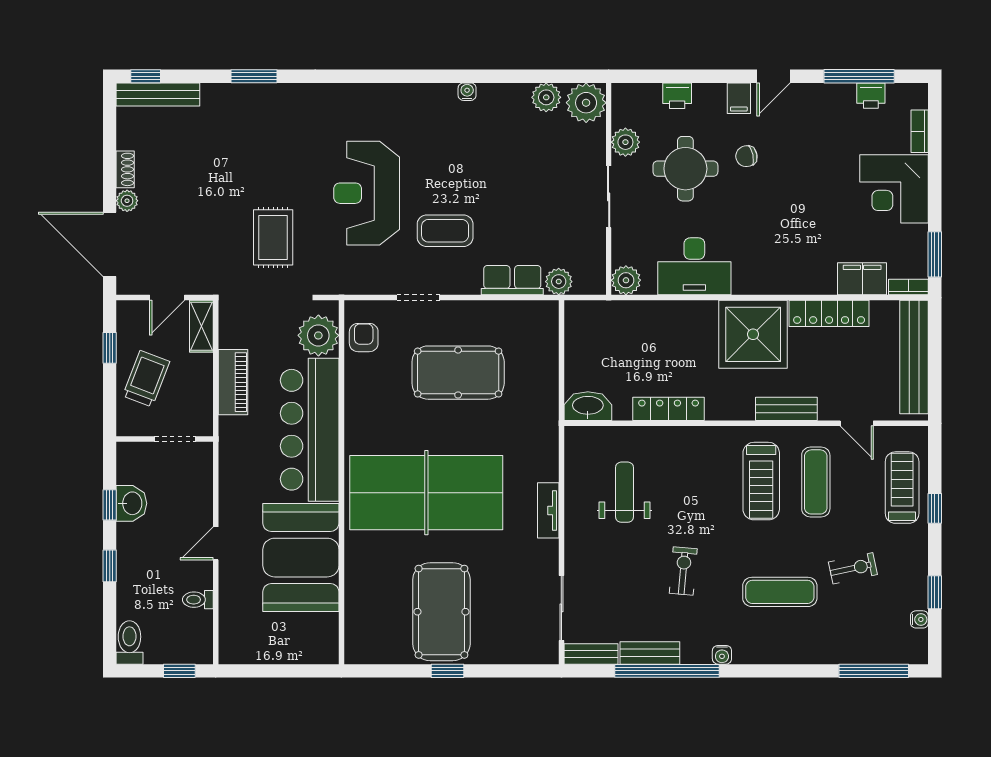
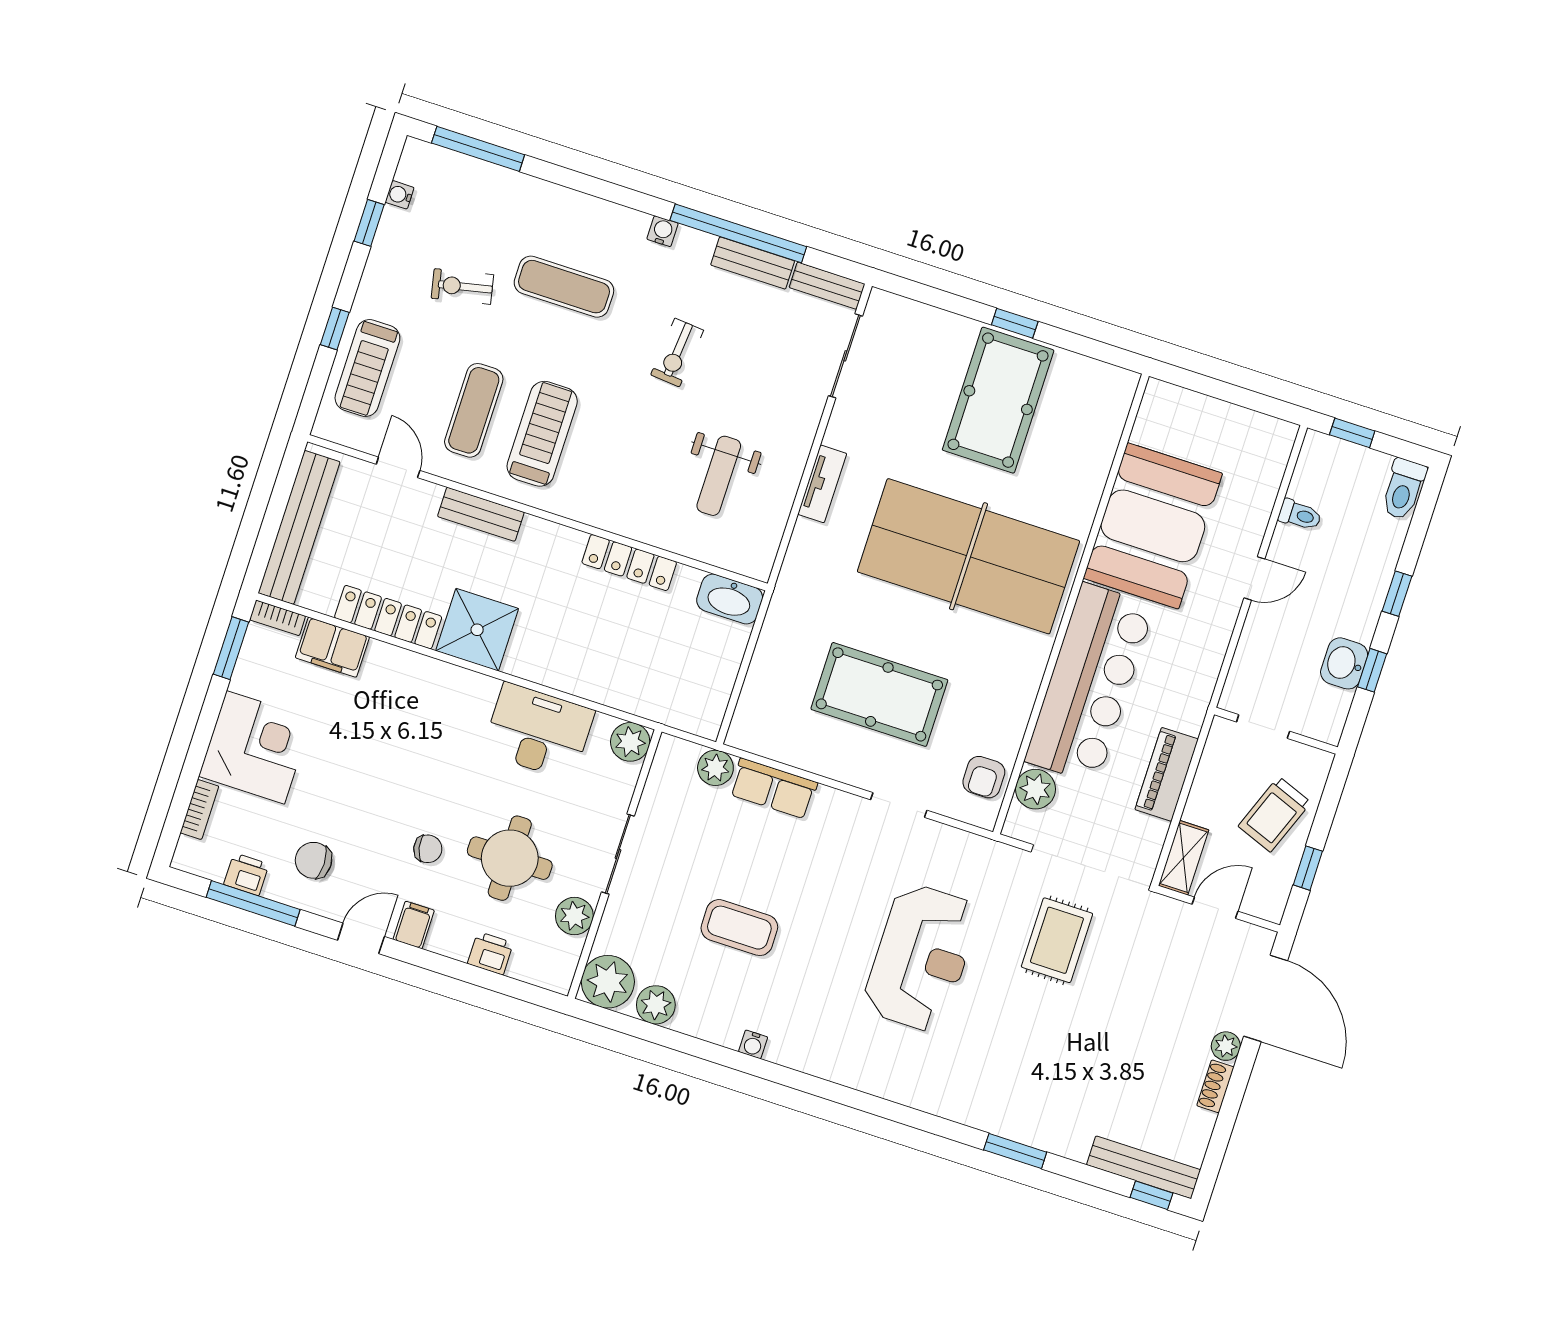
chair: (826, 121) -> (313, 860), added
coffee table: (445, 231) -> (739, 928), moved
shower: (753, 334) -> (477, 630), width x0.73, depth x0.73
plant: (318, 335) -> (1035, 789), width x0.73, depth x0.73

